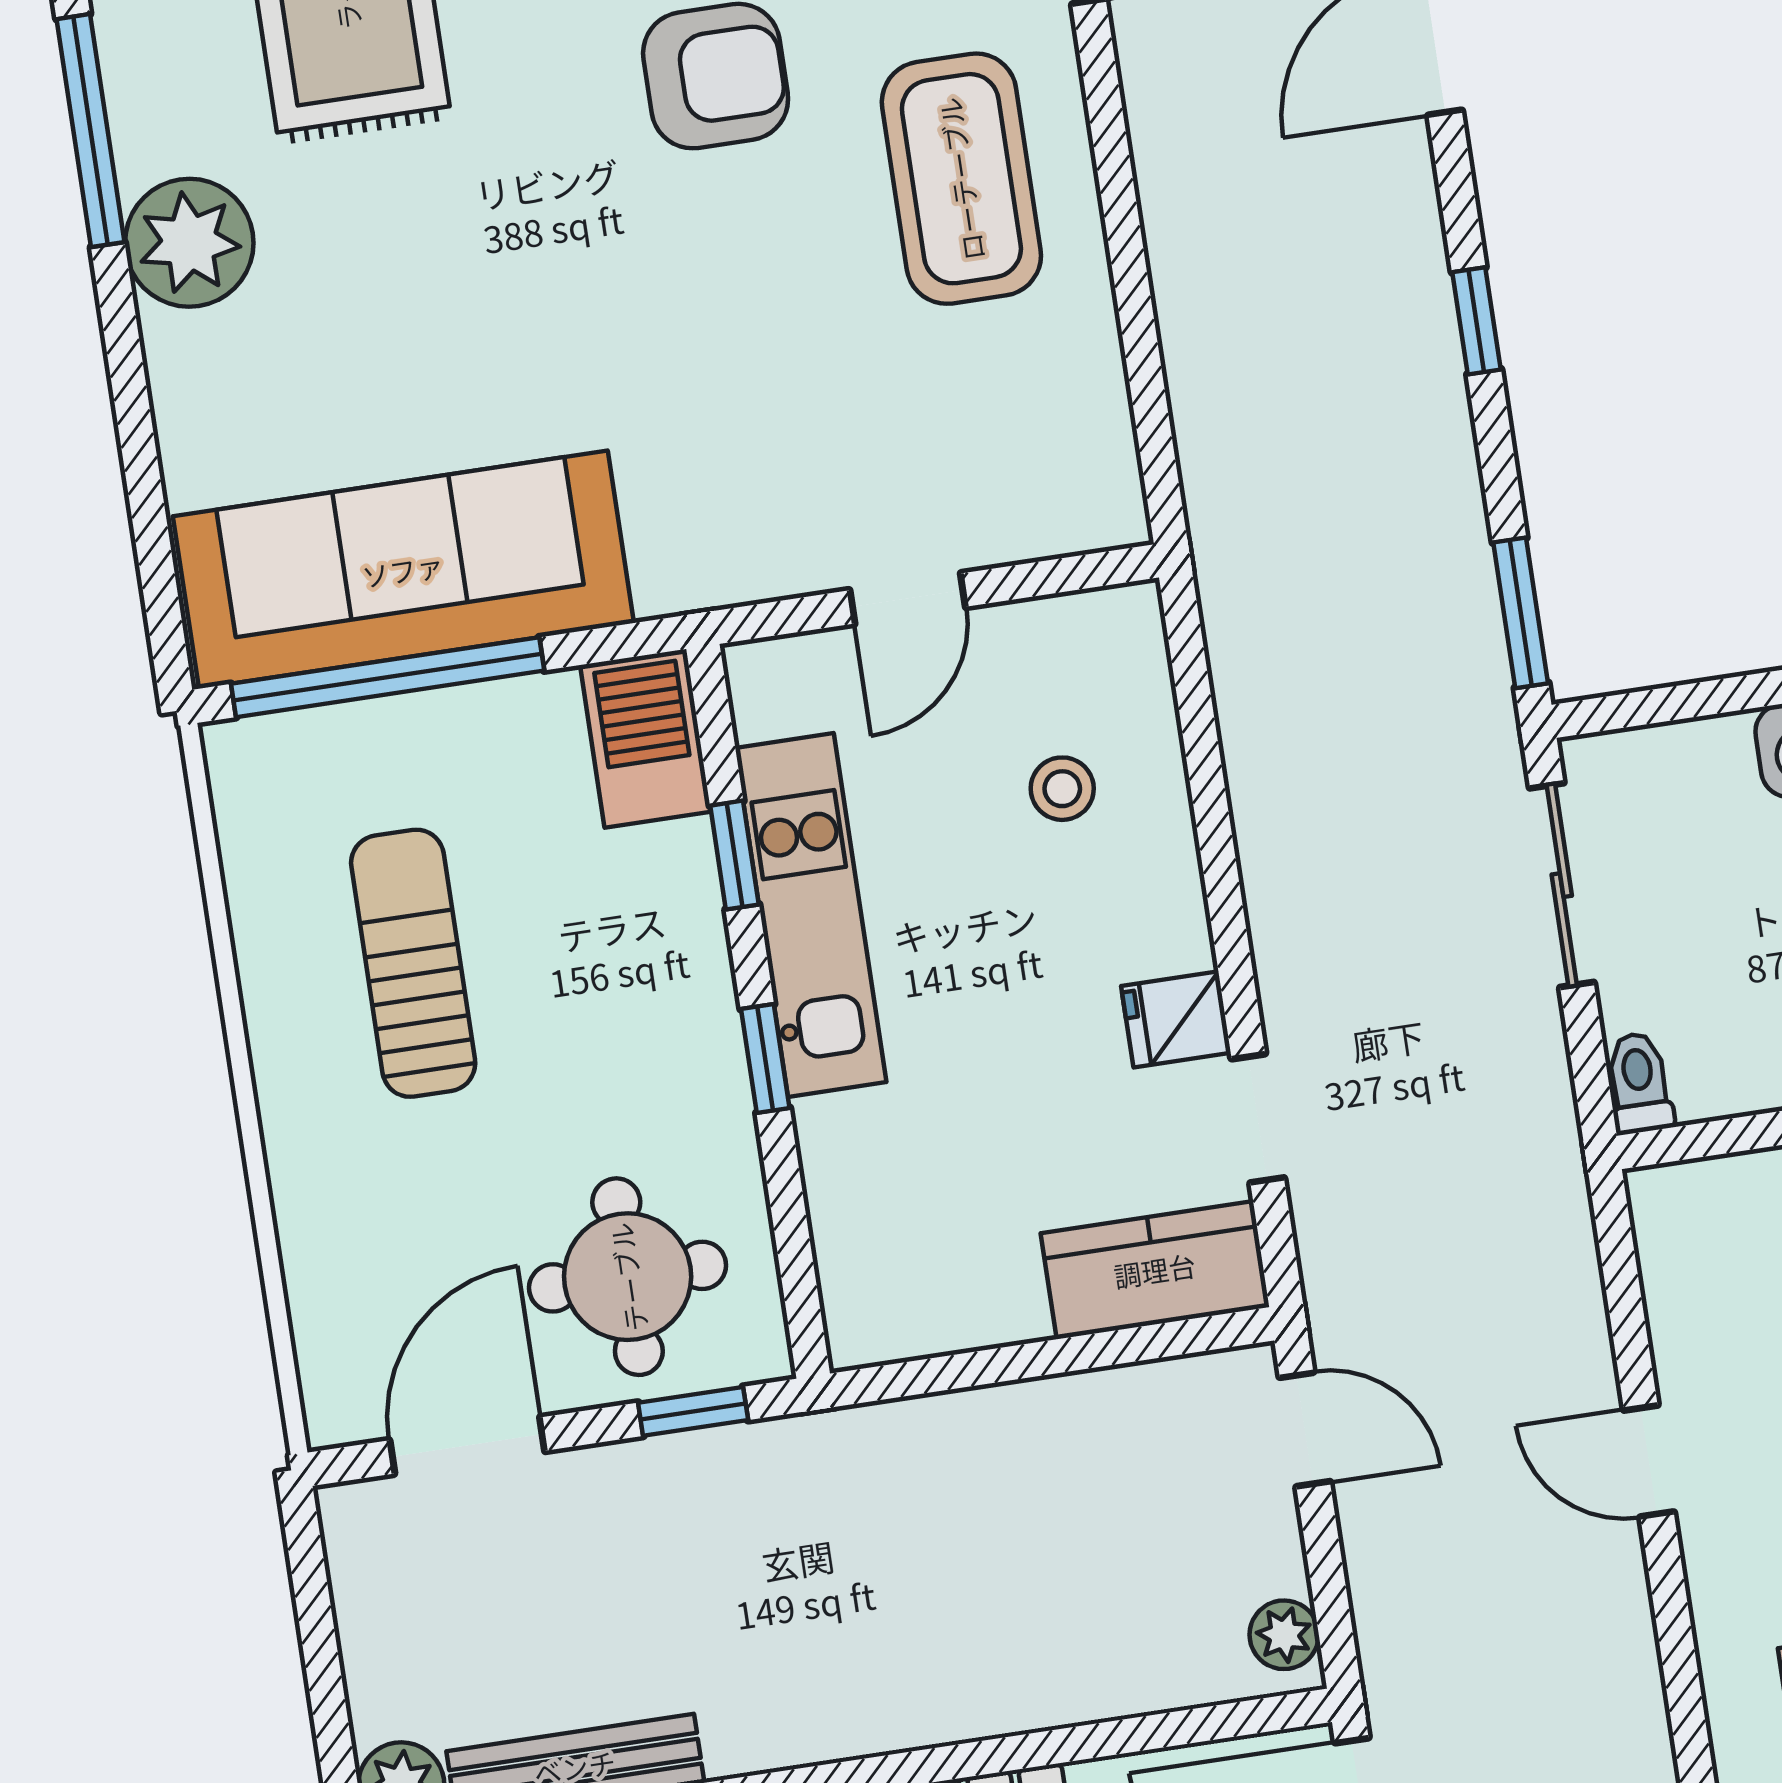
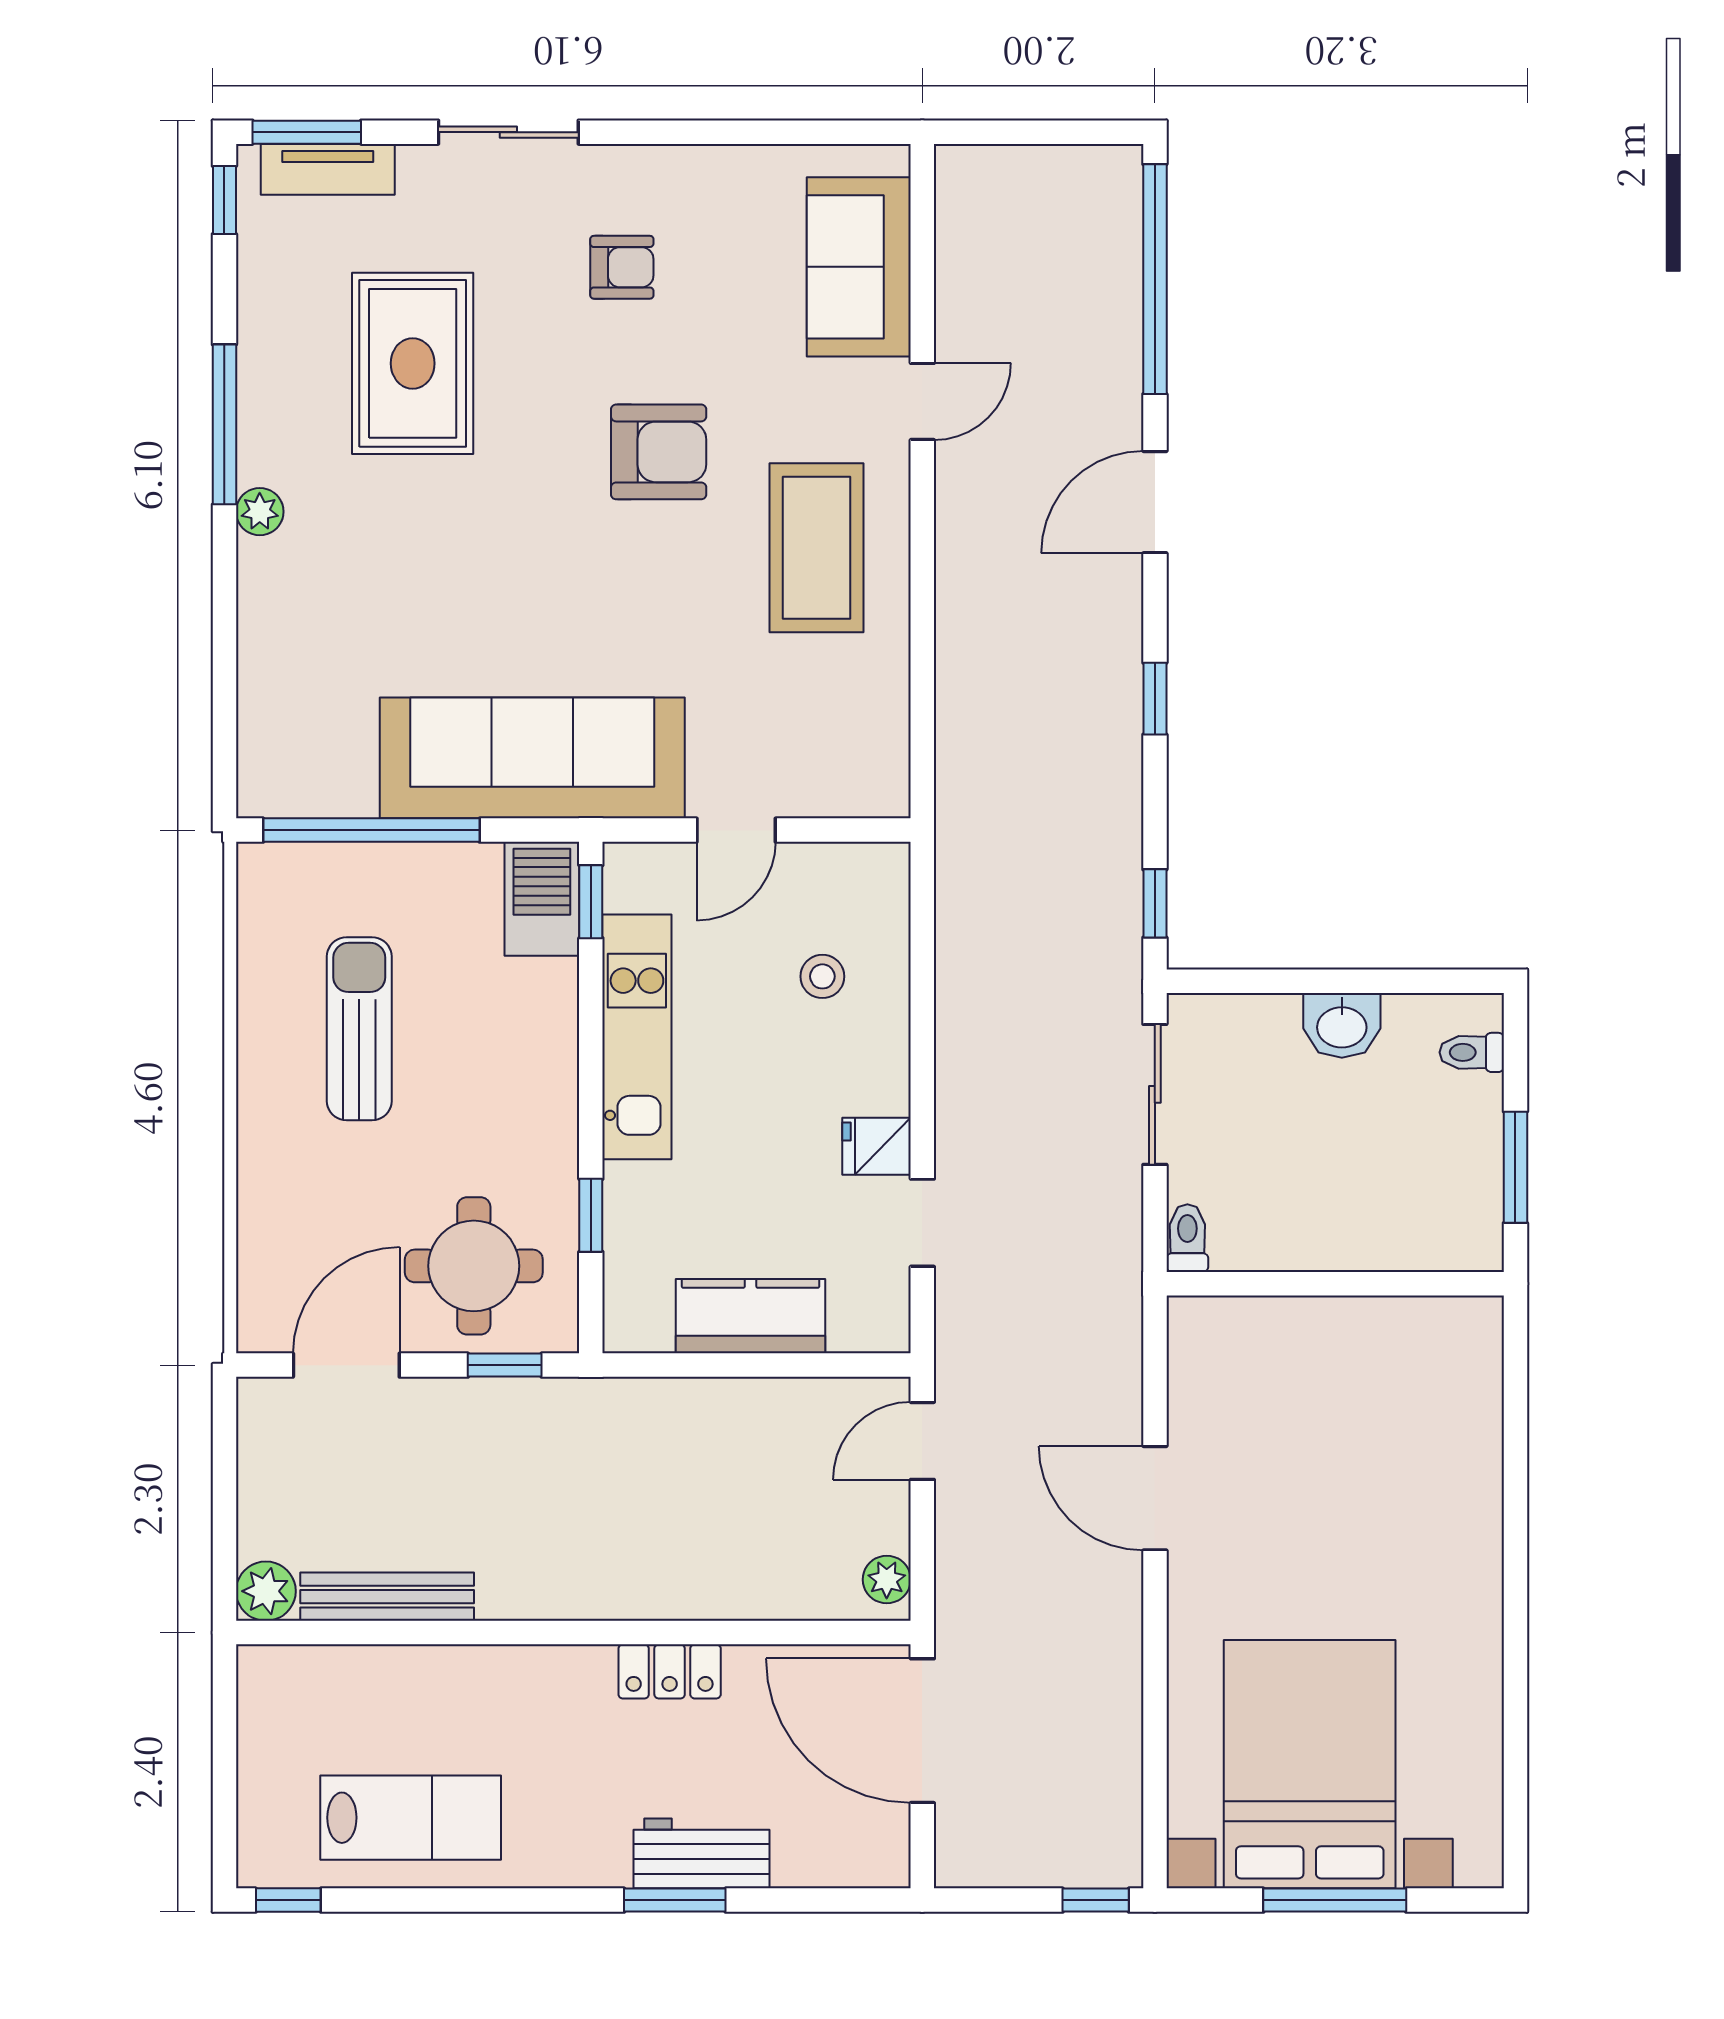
plant: (189, 243) -> (260, 512), width x0.53, depth x0.53
sofa: (403, 570) -> (532, 758), moved
window: (1521, 613) -> (1155, 903), width x0.67
window: (734, 855) -> (591, 902), moved
window: (765, 1059) -> (591, 1215), moved
kitchen counter: (1155, 1270) -> (751, 1316), moved
door: (1305, 1429) -> (922, 1441), swing flipped
door: (1649, 1461) -> (1155, 1498), width x1.38

